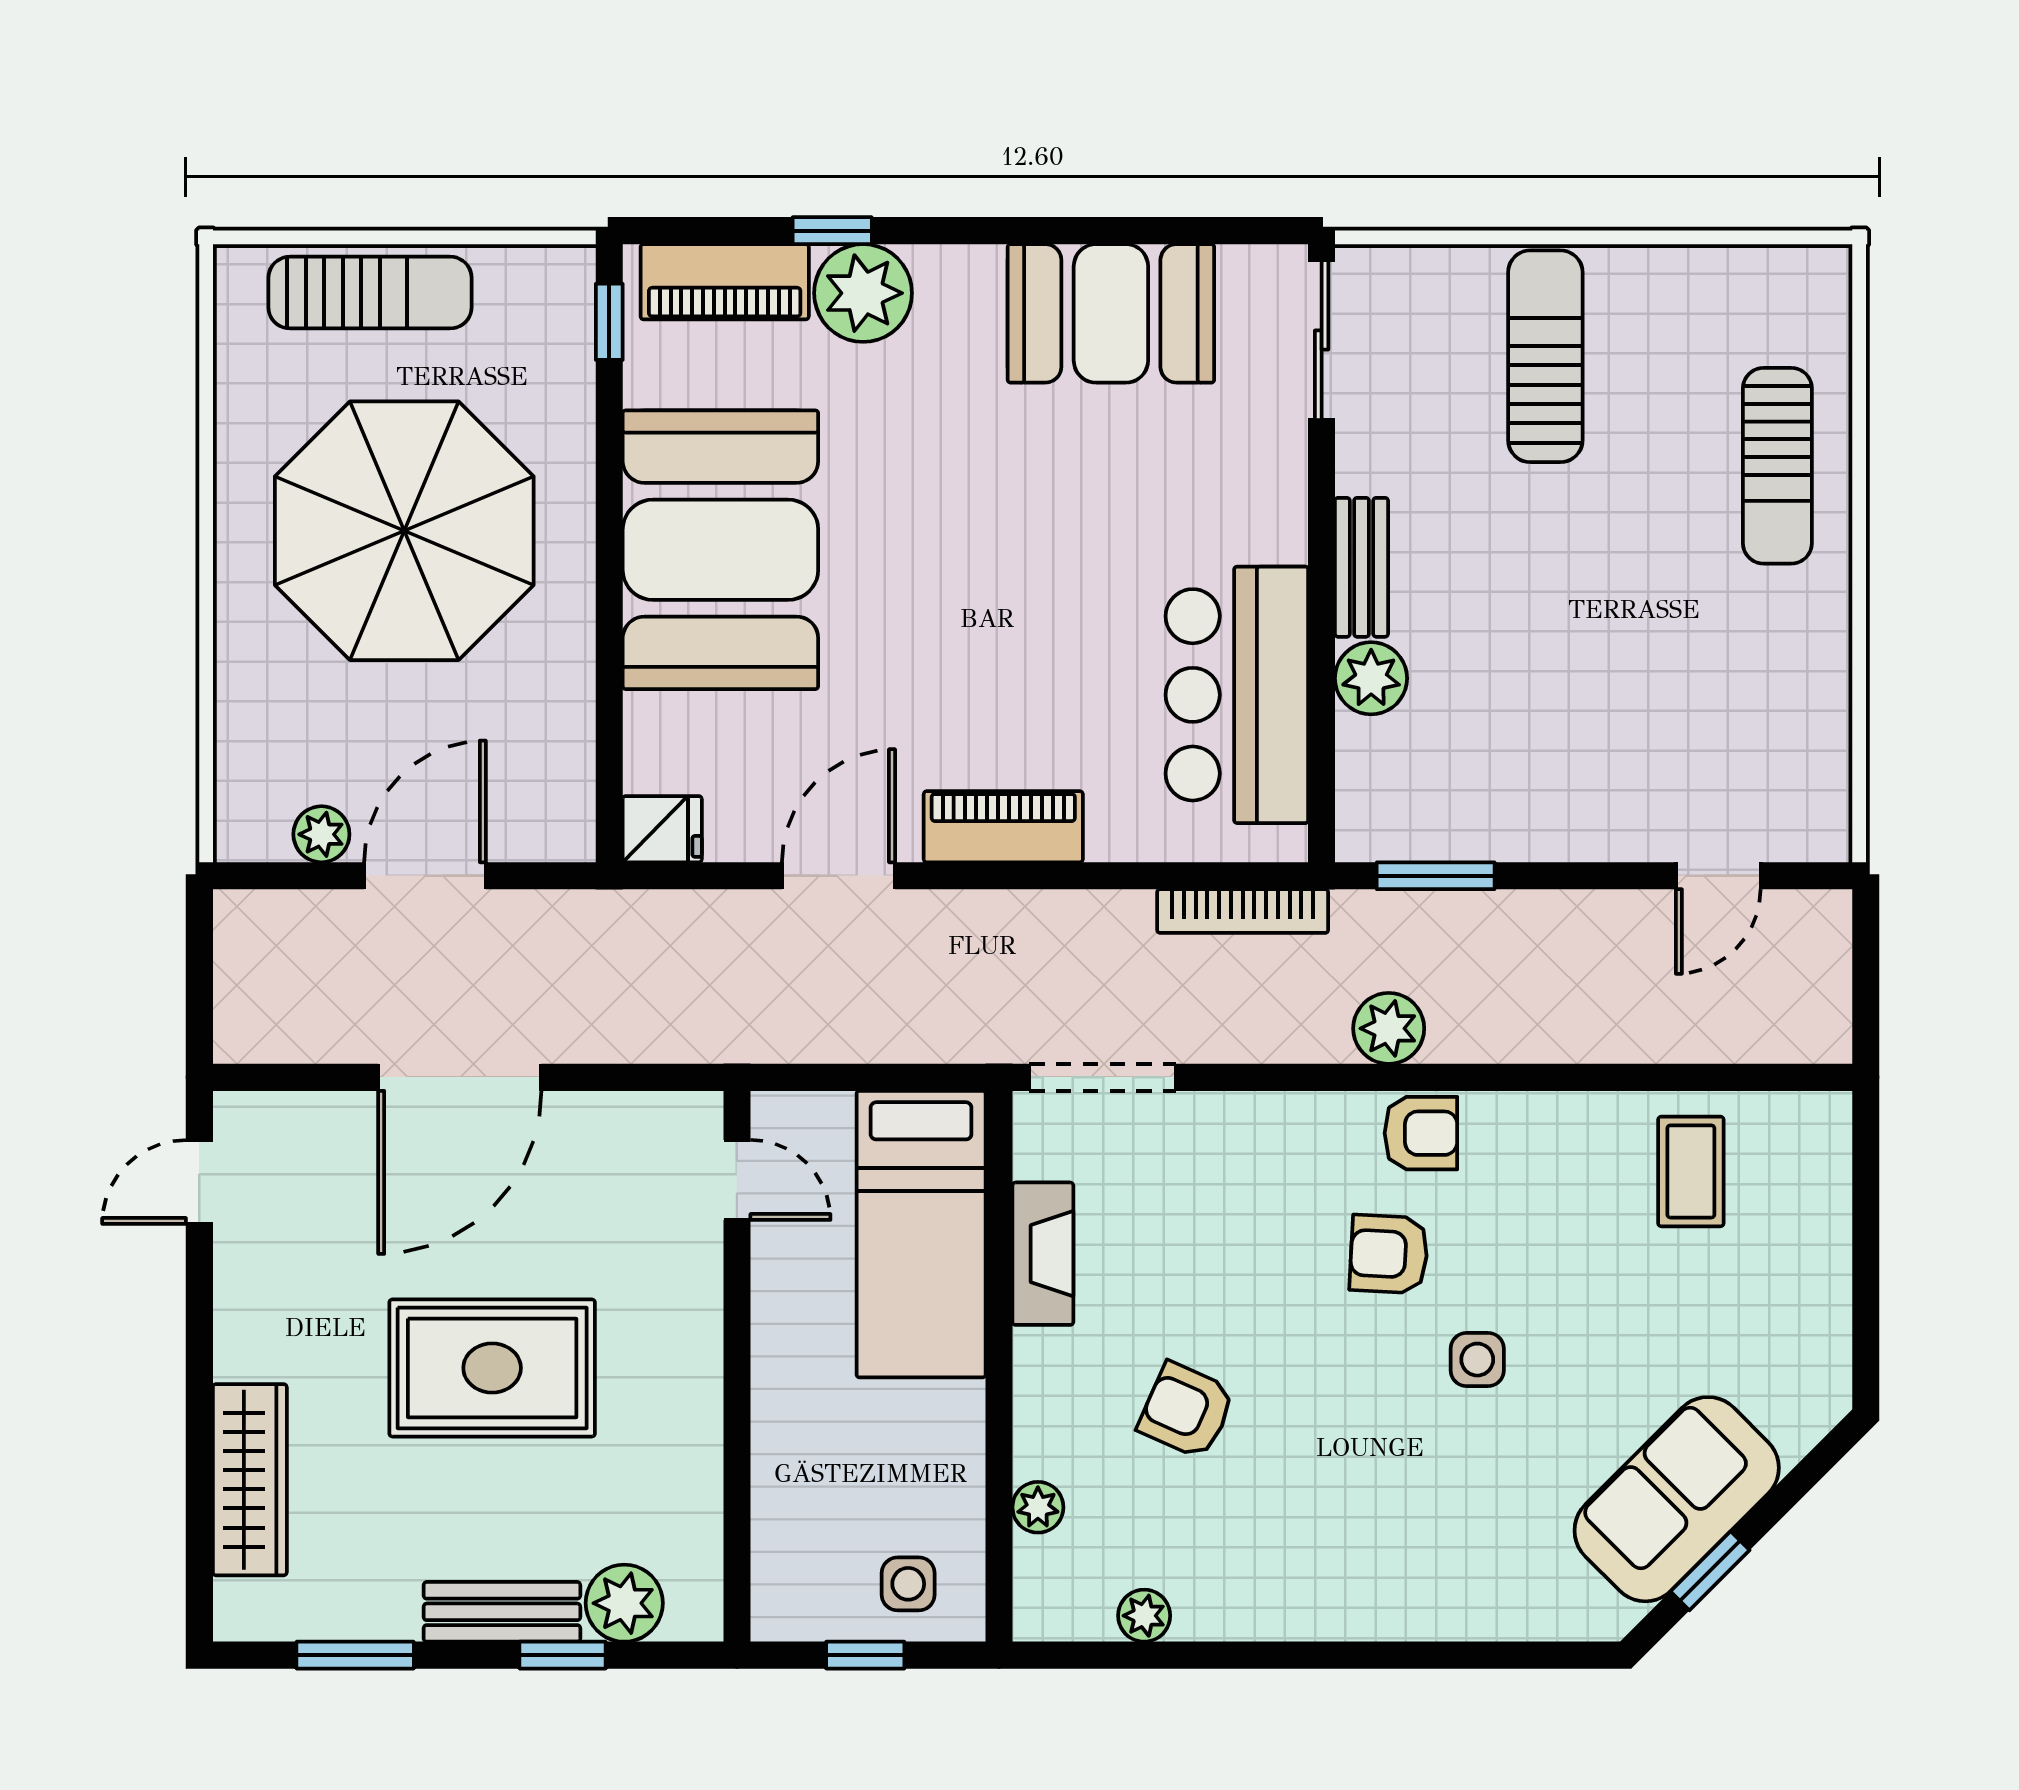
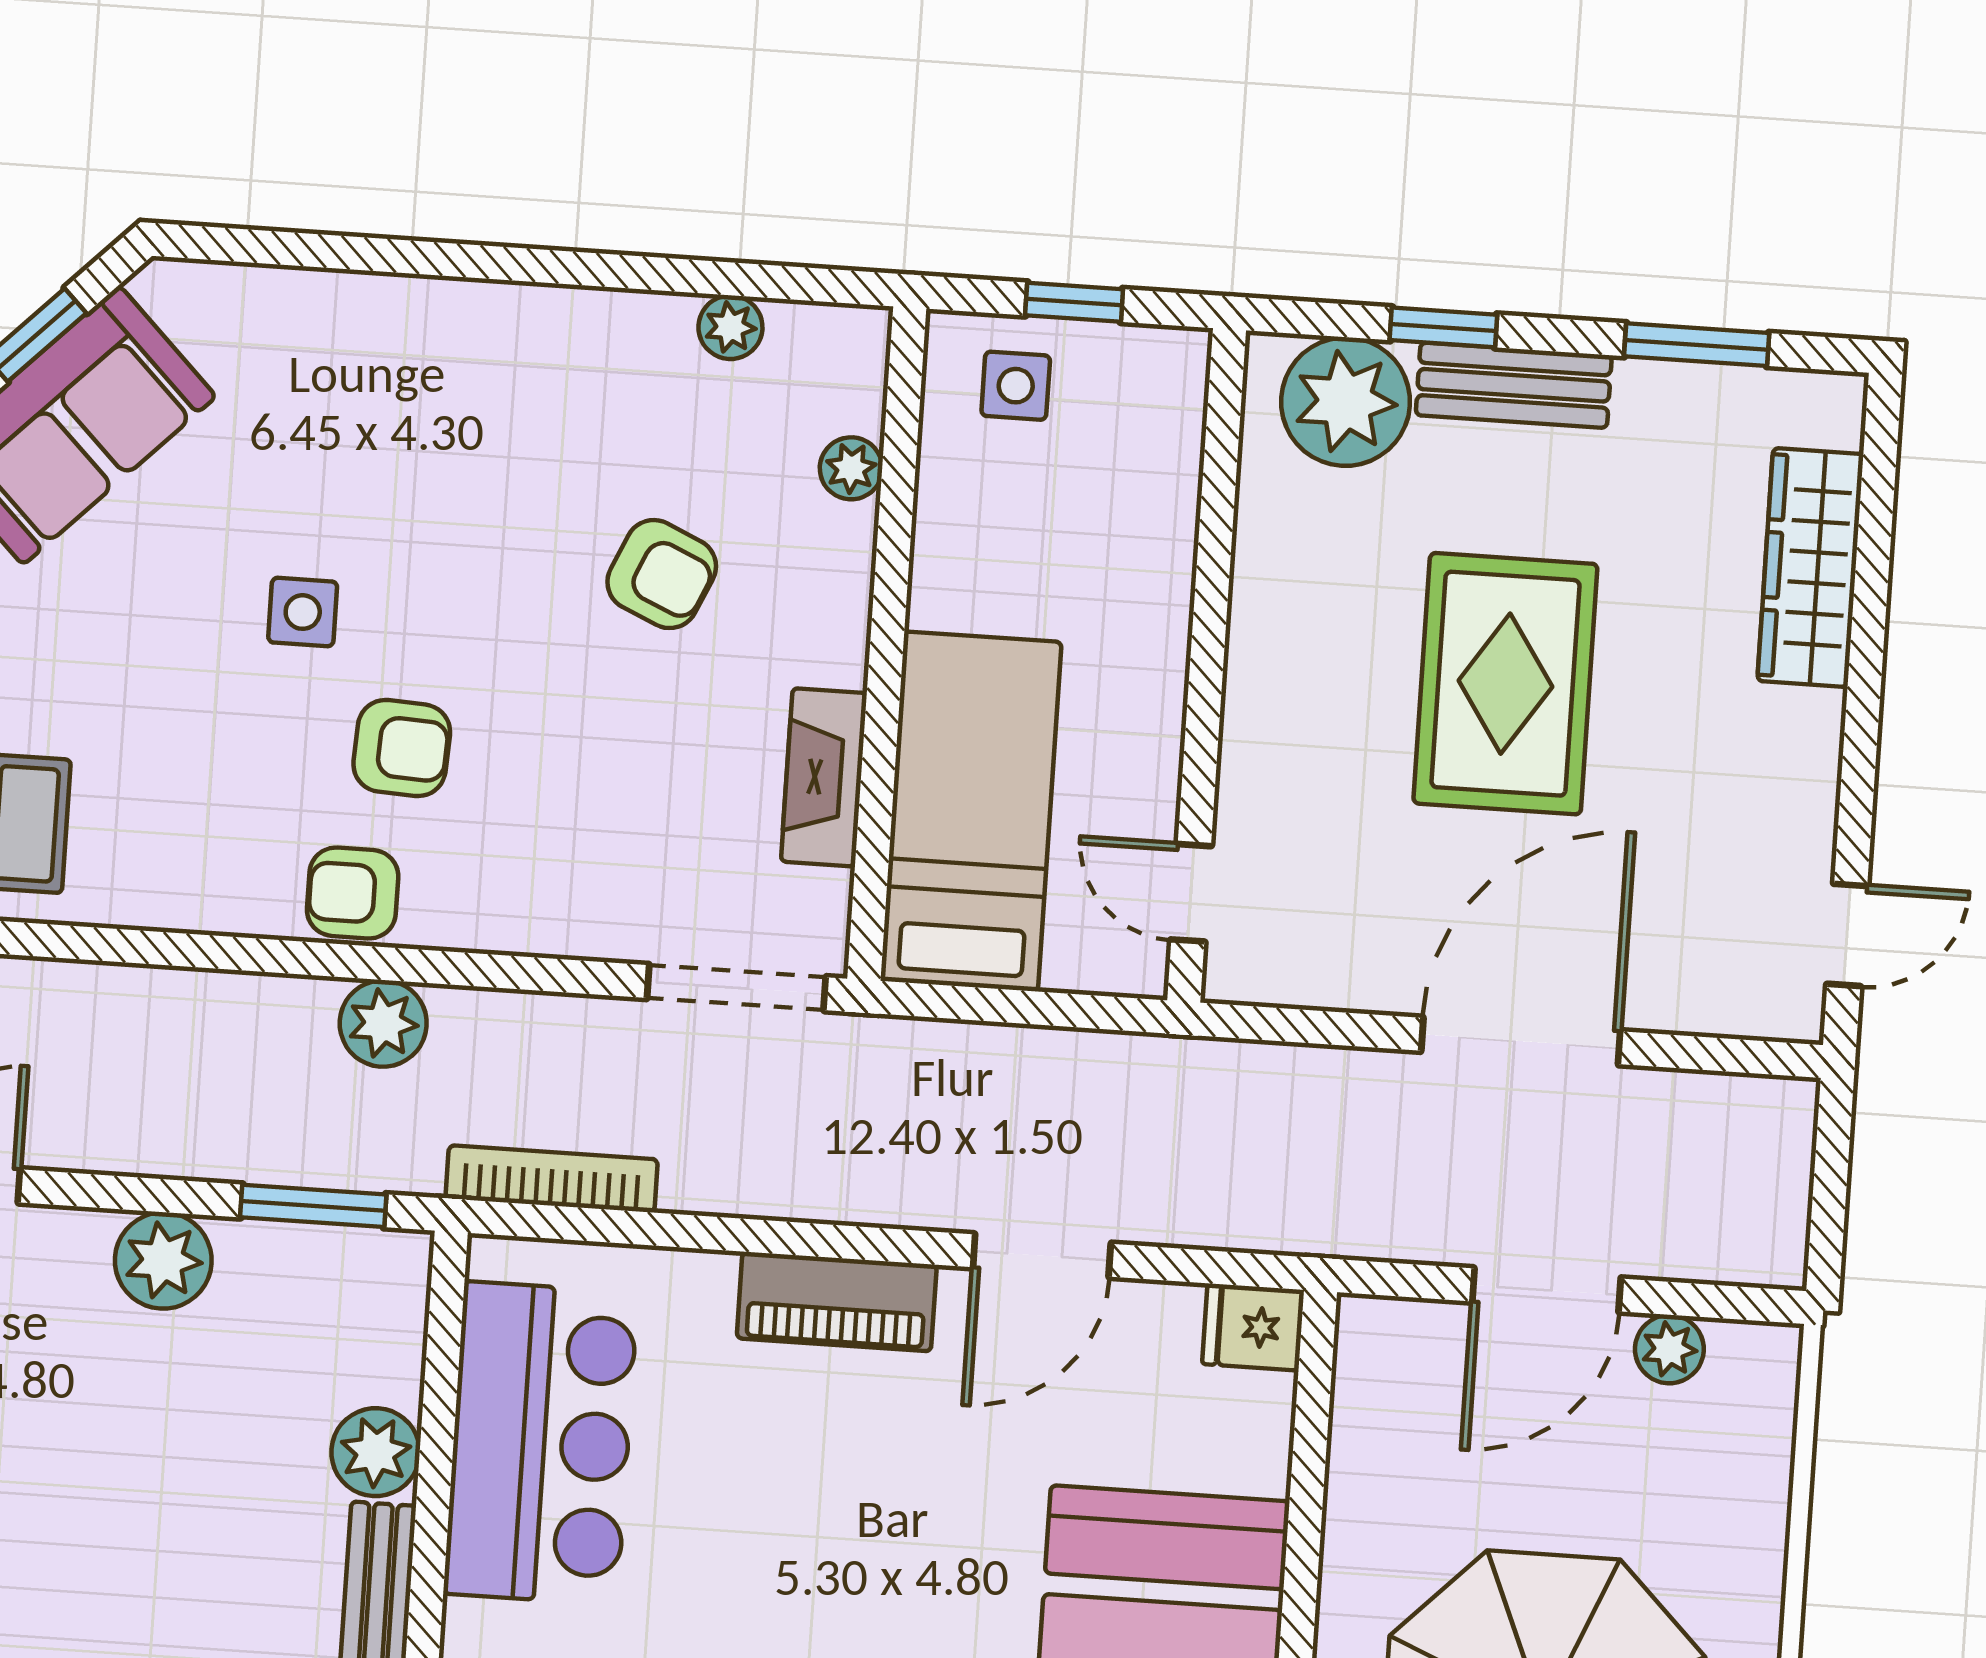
plant: (1555, 823) -> (163, 1260), added
rug: (492, 1368) -> (1505, 684), turned 90
plant: (624, 1603) -> (1346, 402), width x1.36, depth x1.36

